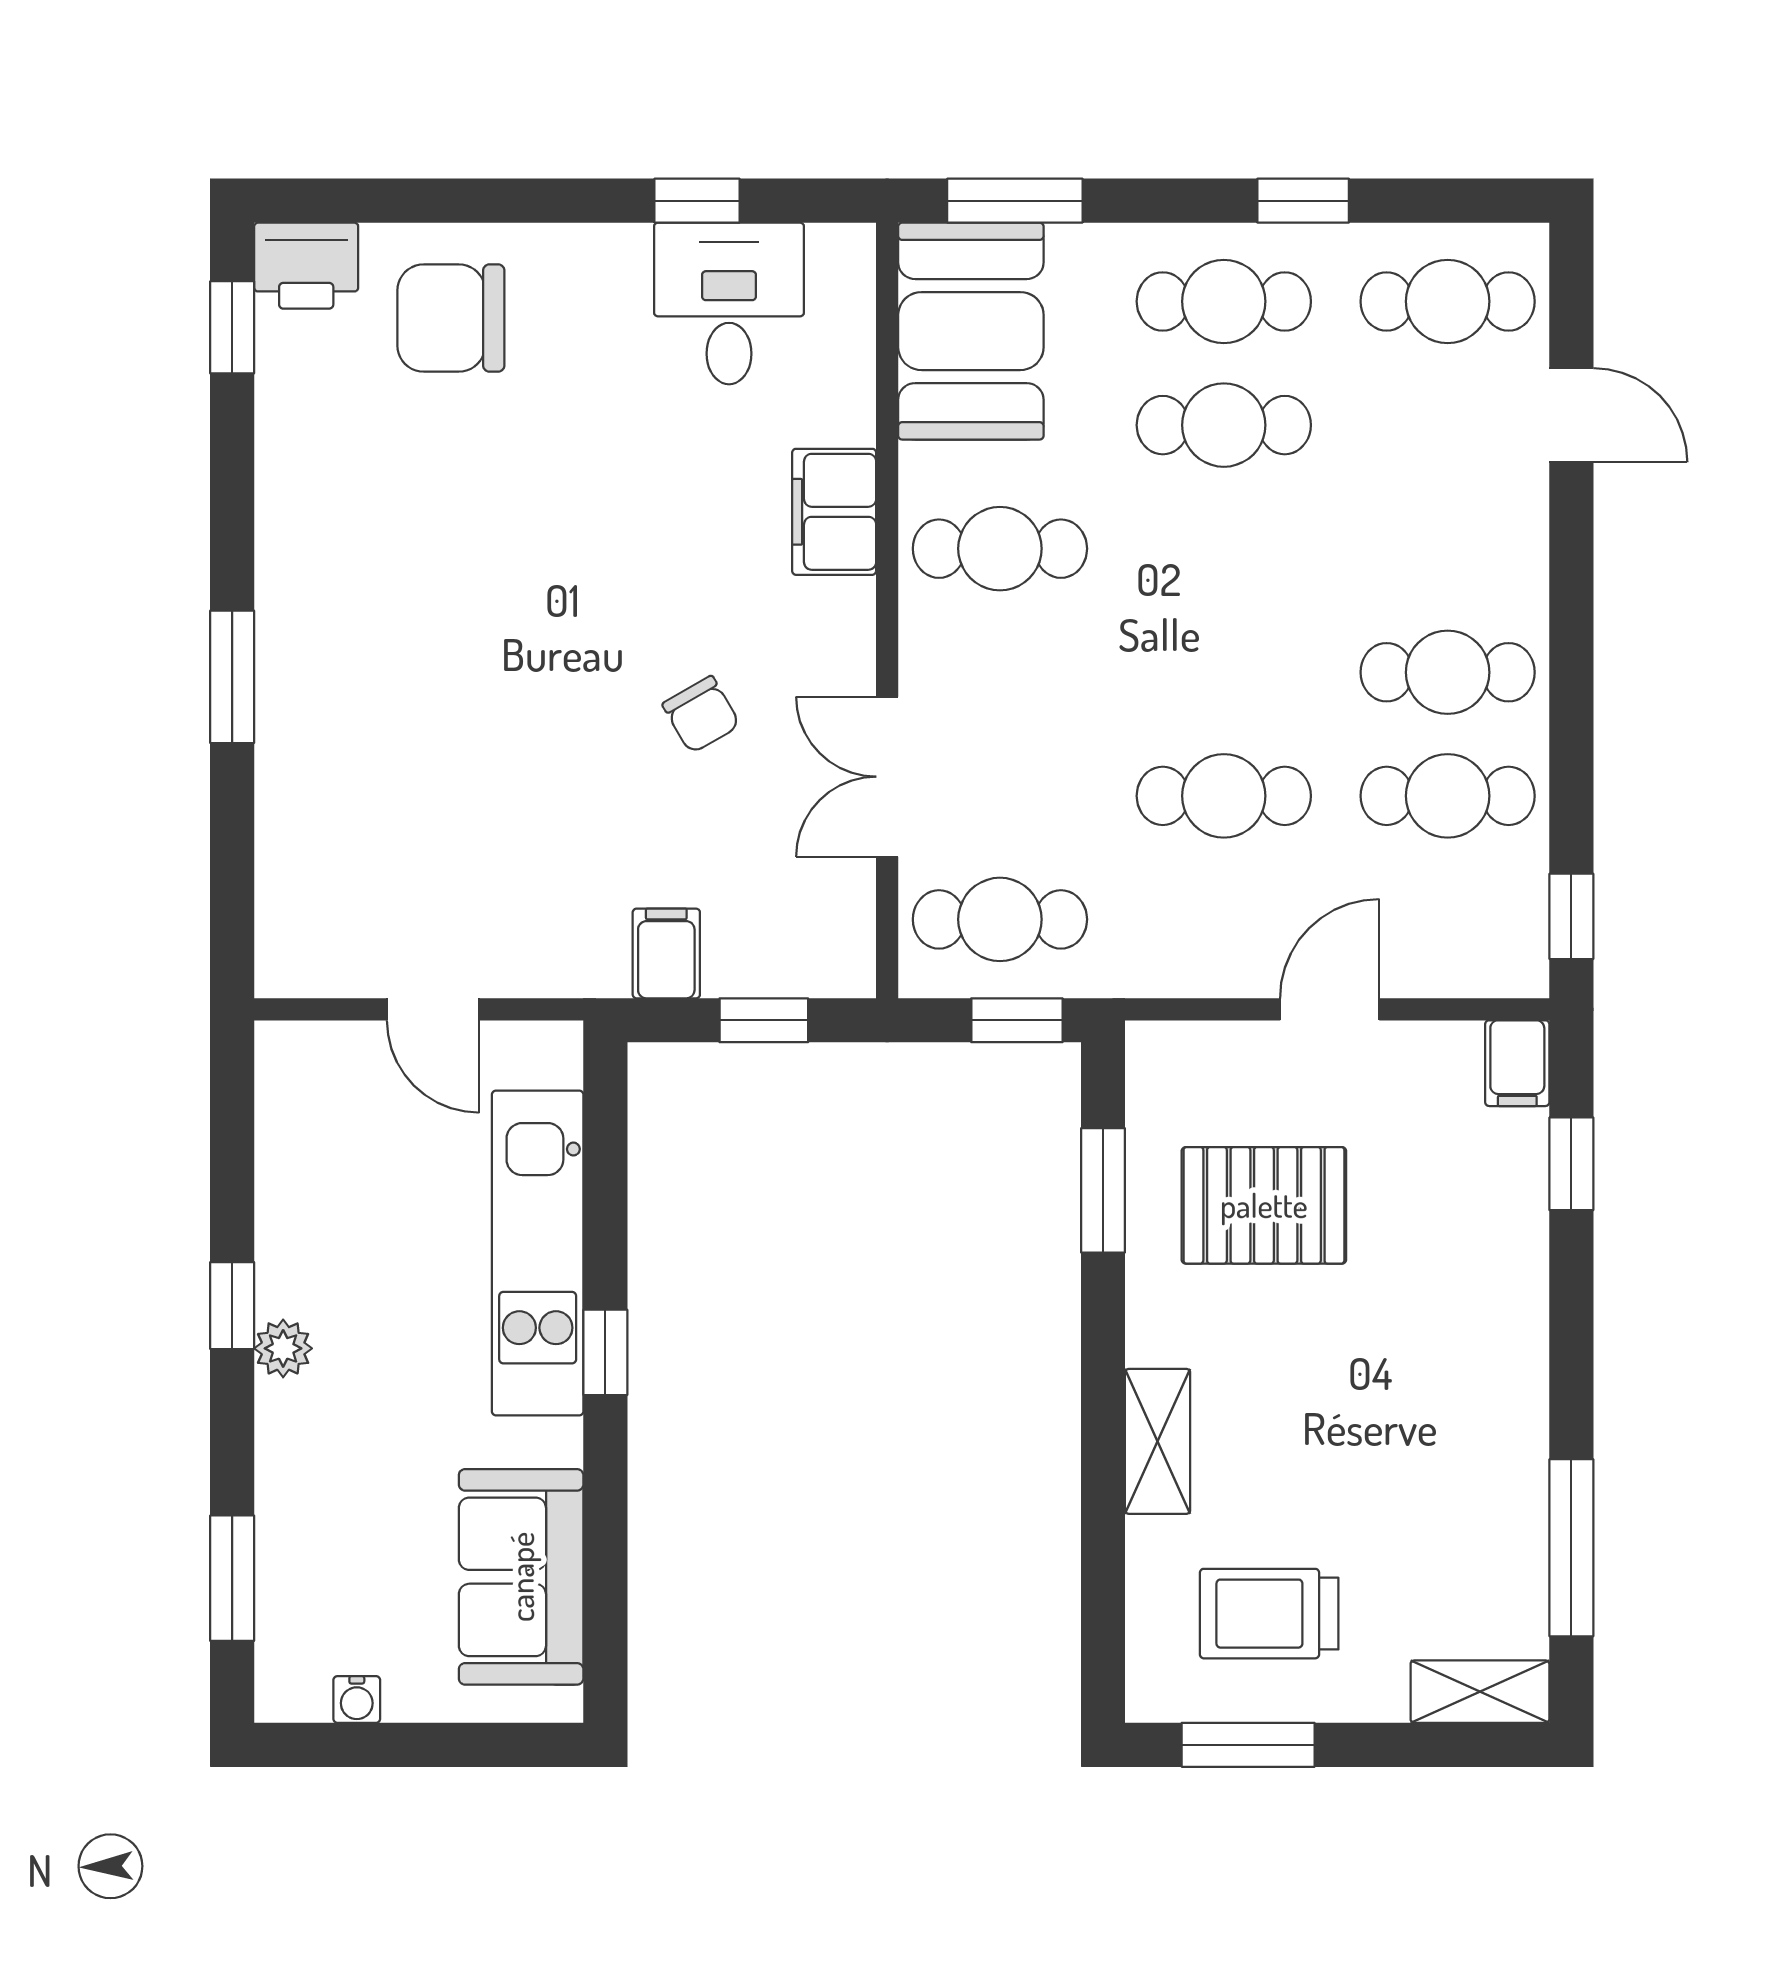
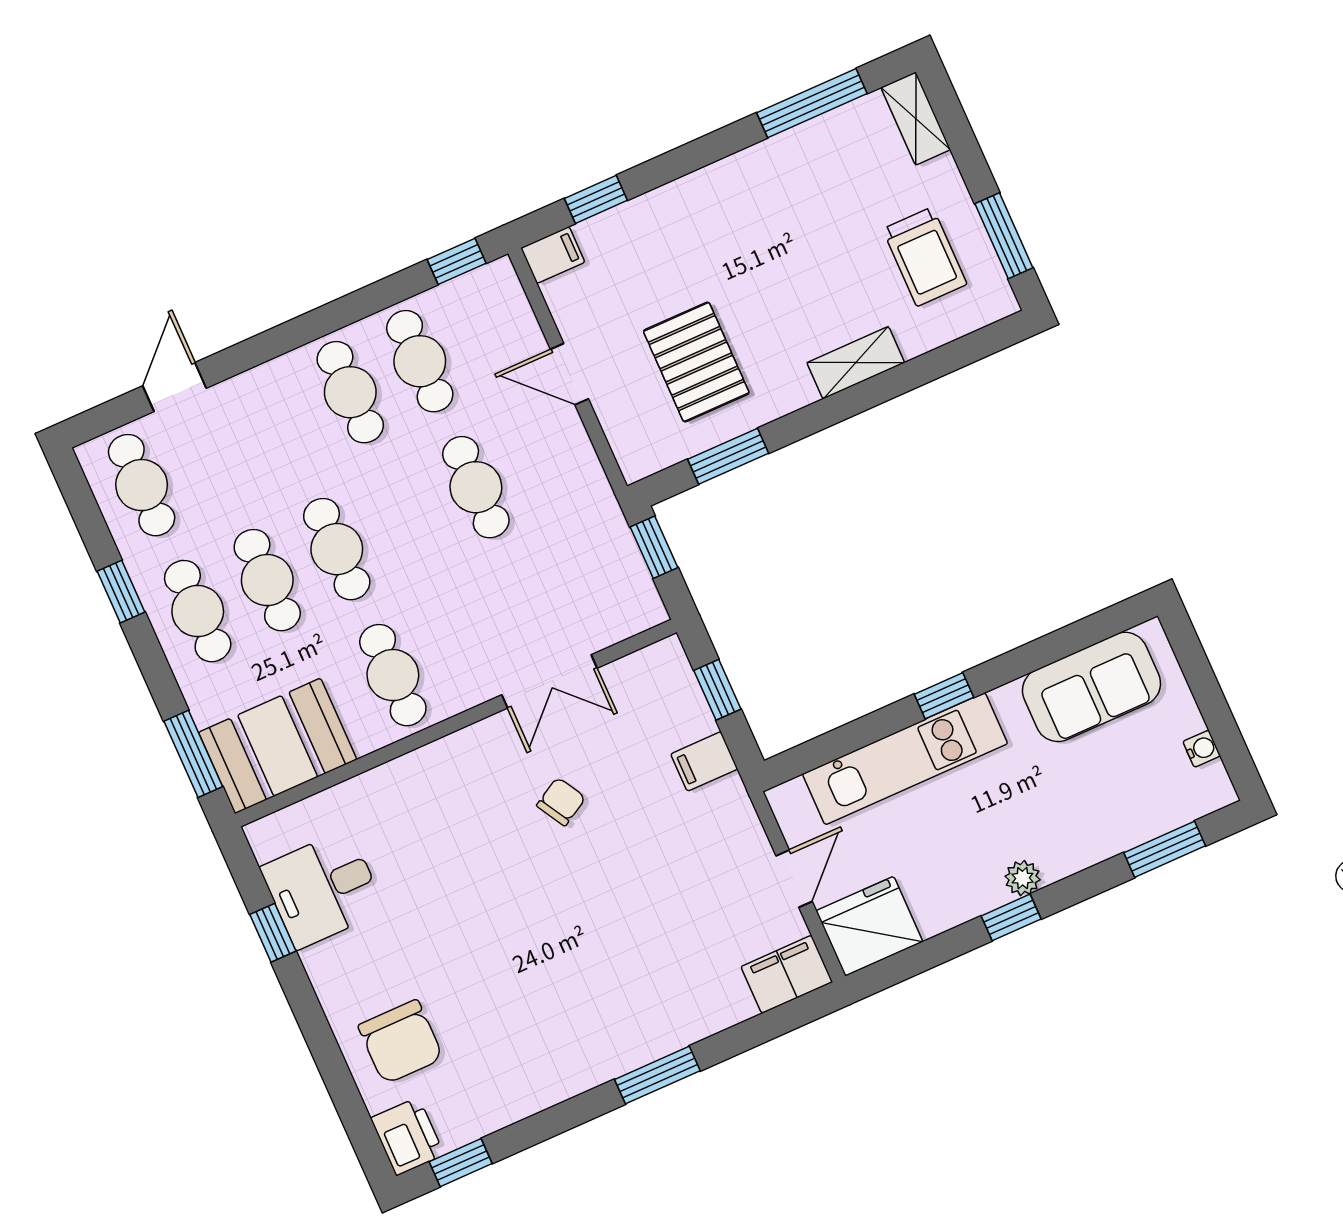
filing cabinet: (834, 512) -> (787, 974), moved, turned 180
cafe table: (1000, 919) -> (337, 549), moved
fridge: (313, 1089) -> (869, 926), added

